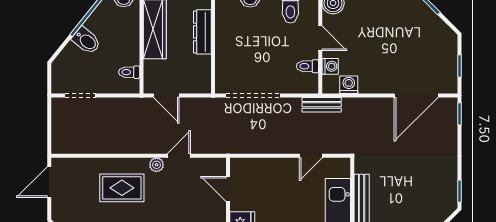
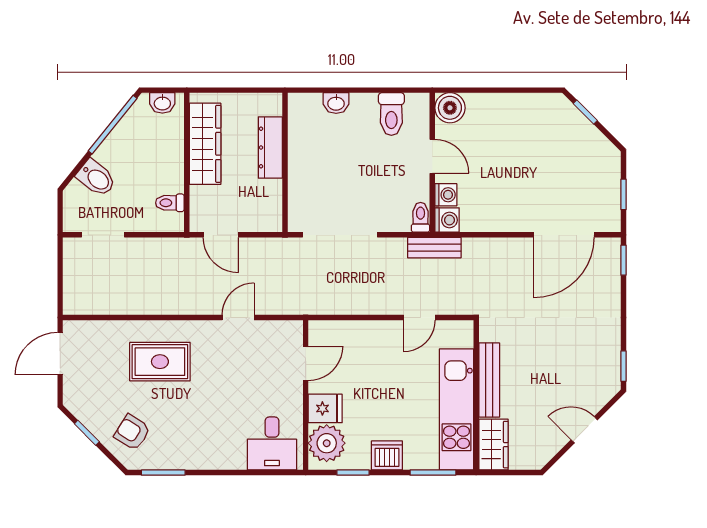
bidet: (86, 41) -> (96, 178), moved
toilet: (307, 66) -> (421, 217), moved, turned 90
washing machine: (349, 85) -> (447, 220), moved, turned 90
plant: (156, 165) -> (207, 330), removed
door: (228, 189) -> (306, 363), swing flipped

